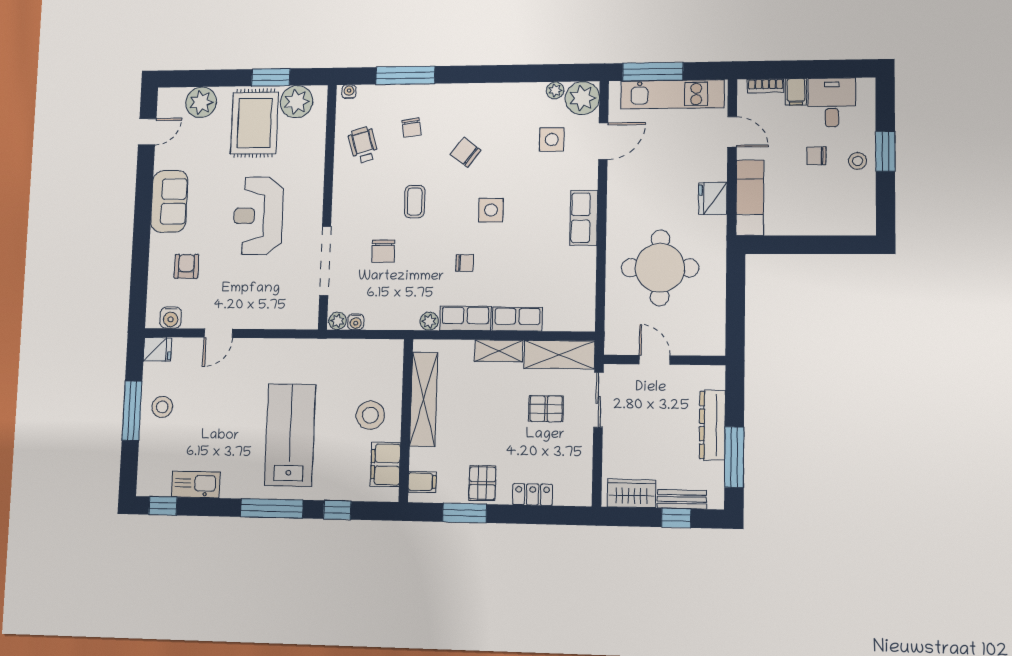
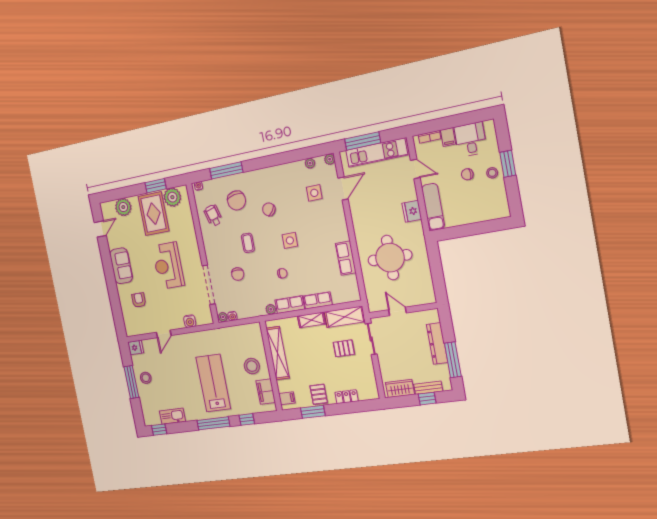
plant: (582, 98) -> (330, 159), width x0.53, depth x0.53
chair: (411, 128) -> (236, 200), width x1.87, depth x1.87
row of seats: (584, 218) -> (346, 258), moved
water cooler: (171, 318) -> (190, 321), moved

